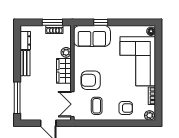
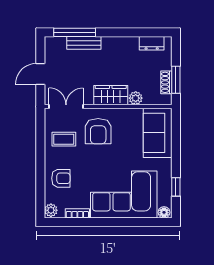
window: (101, 22) -> (176, 187), moved
bench: (25, 63) -> (84, 43), moved
armchair: (91, 80) -> (98, 131), turned 180
armchair: (126, 108) -> (61, 178), turned -90

